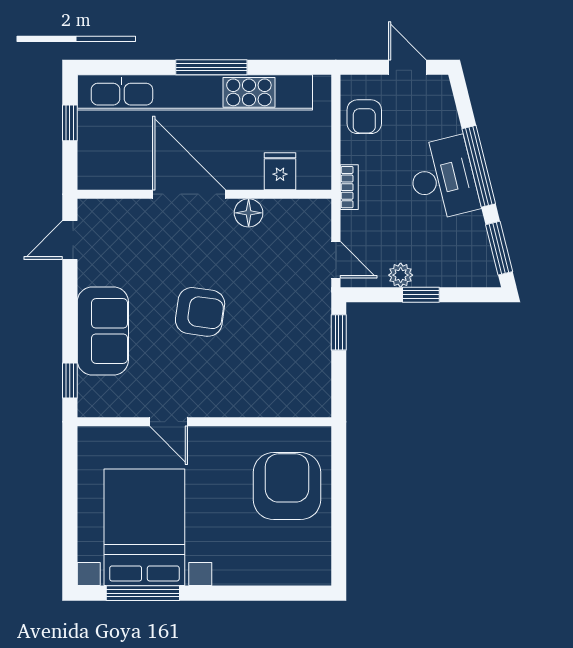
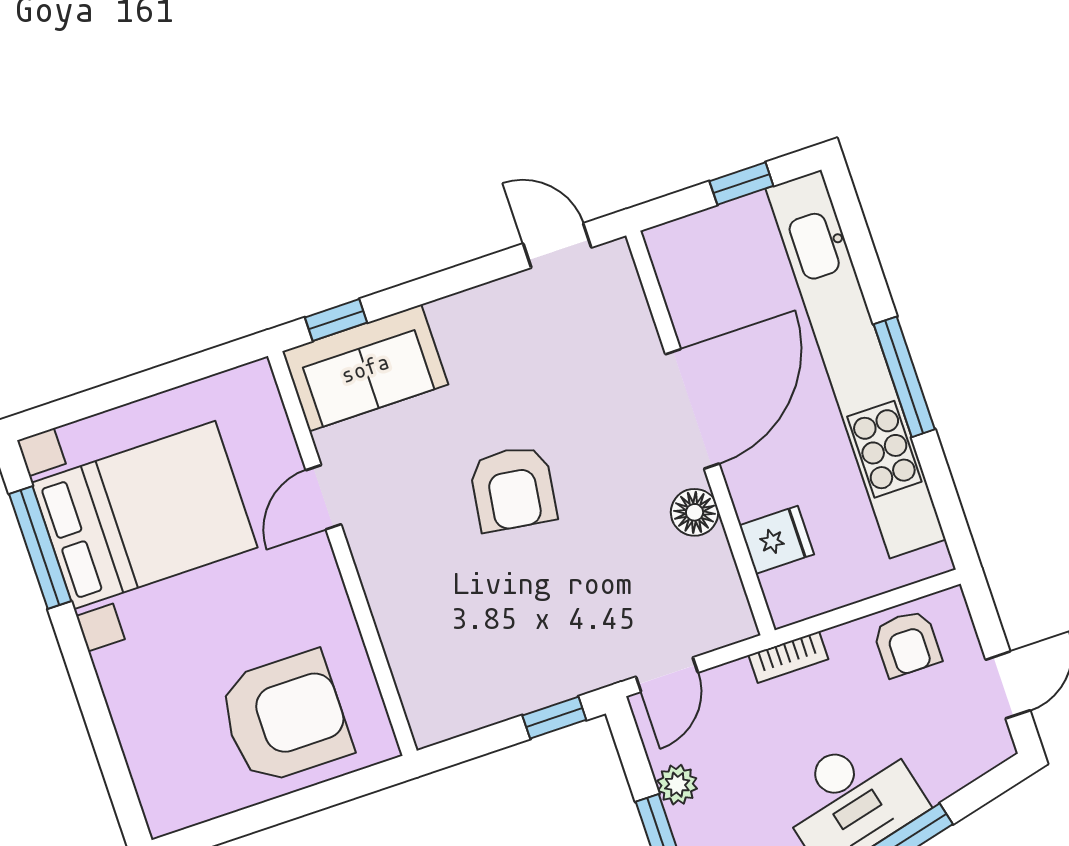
armchair: (364, 117) -> (907, 644), turned -90
sofa: (103, 331) -> (365, 368), moved

